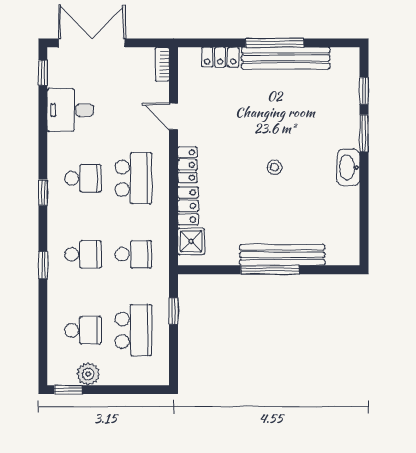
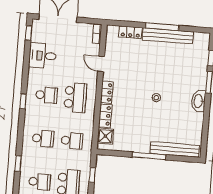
bench: (282, 255) -> (175, 149), moved
window: (43, 265) -> (18, 164), moved

